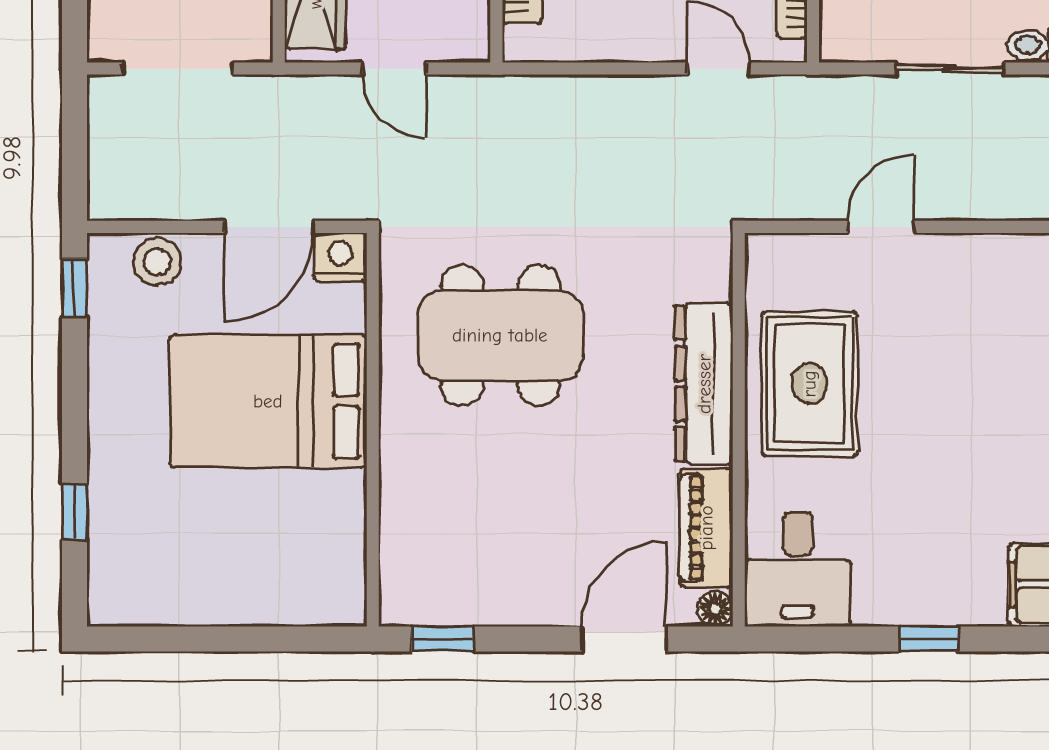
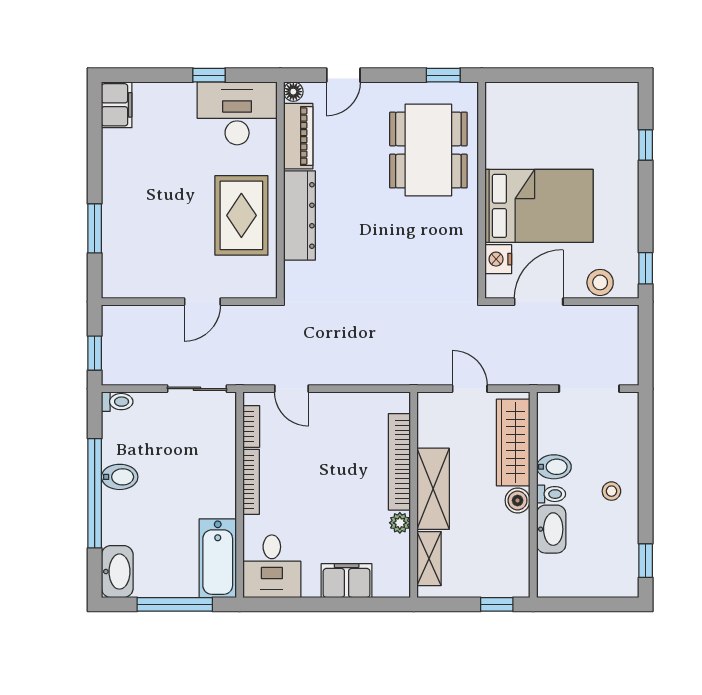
sliding door: (950, 69) -> (197, 389), moved
nightstand: (340, 257) -> (498, 259), moved, turned 90
dining table: (500, 335) -> (428, 150), moved, turned 90
desk: (798, 569) -> (237, 113), width x1.37
door: (624, 639) -> (343, 75), width x0.73
window: (929, 639) -> (209, 75), moved

